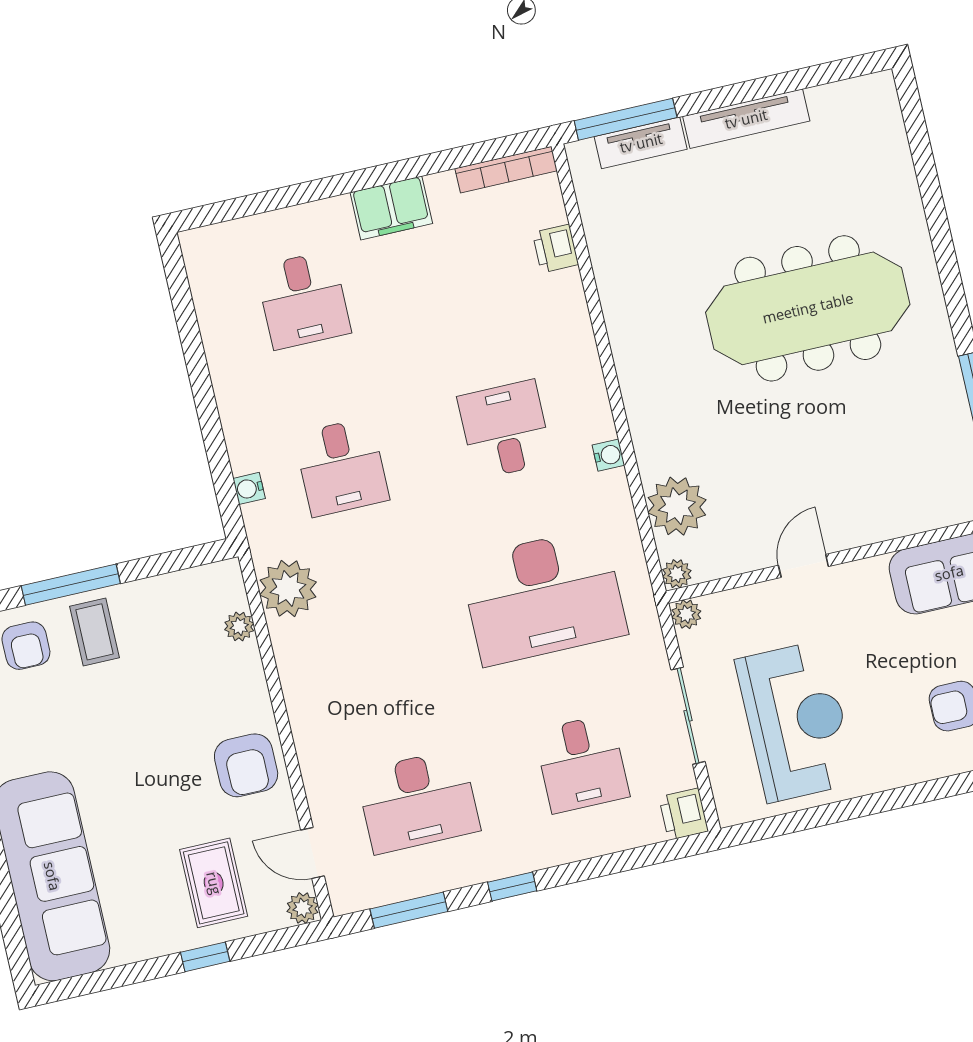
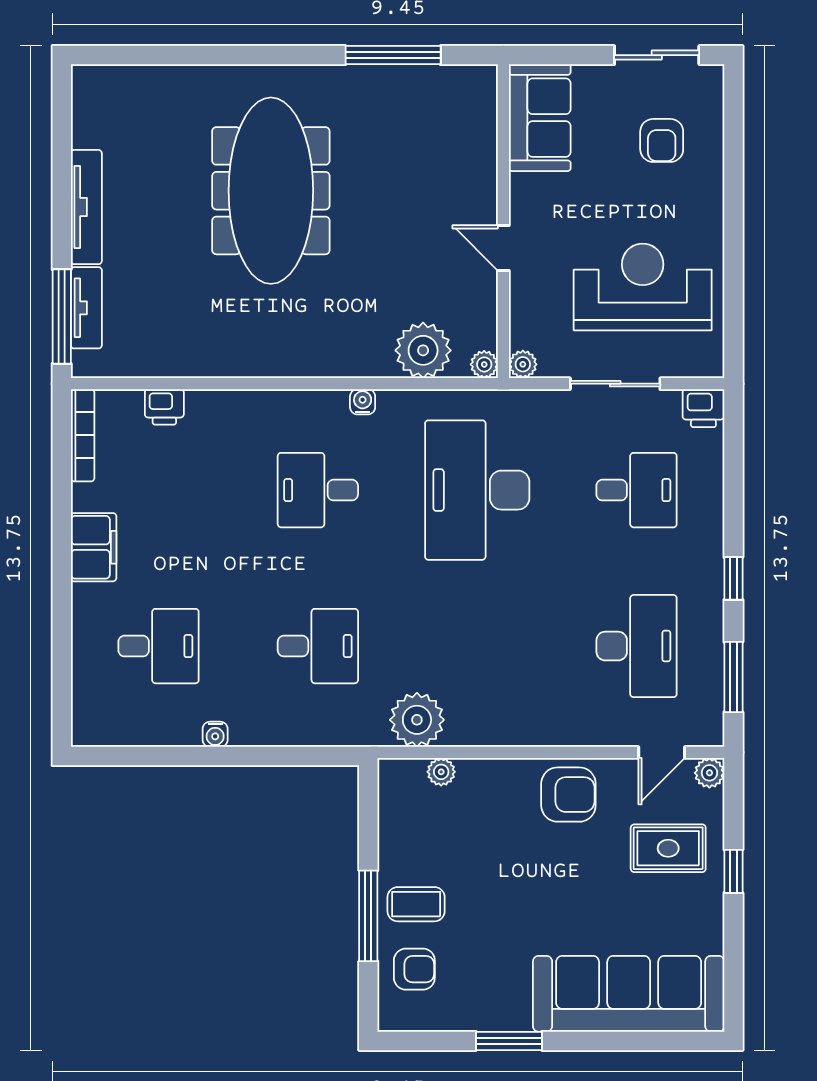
water cooler: (249, 488) -> (215, 734), moved
desk: (543, 597) -> (477, 490), turned 180

